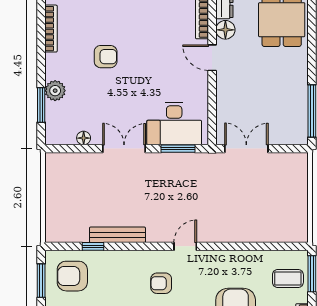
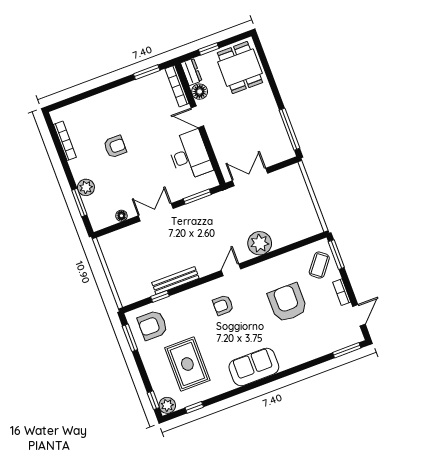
desk: (174, 124) -> (190, 155), moved, turned -90
plant: (229, 228) -> (260, 243), added
coffee table: (288, 278) -> (319, 265), turned -52

